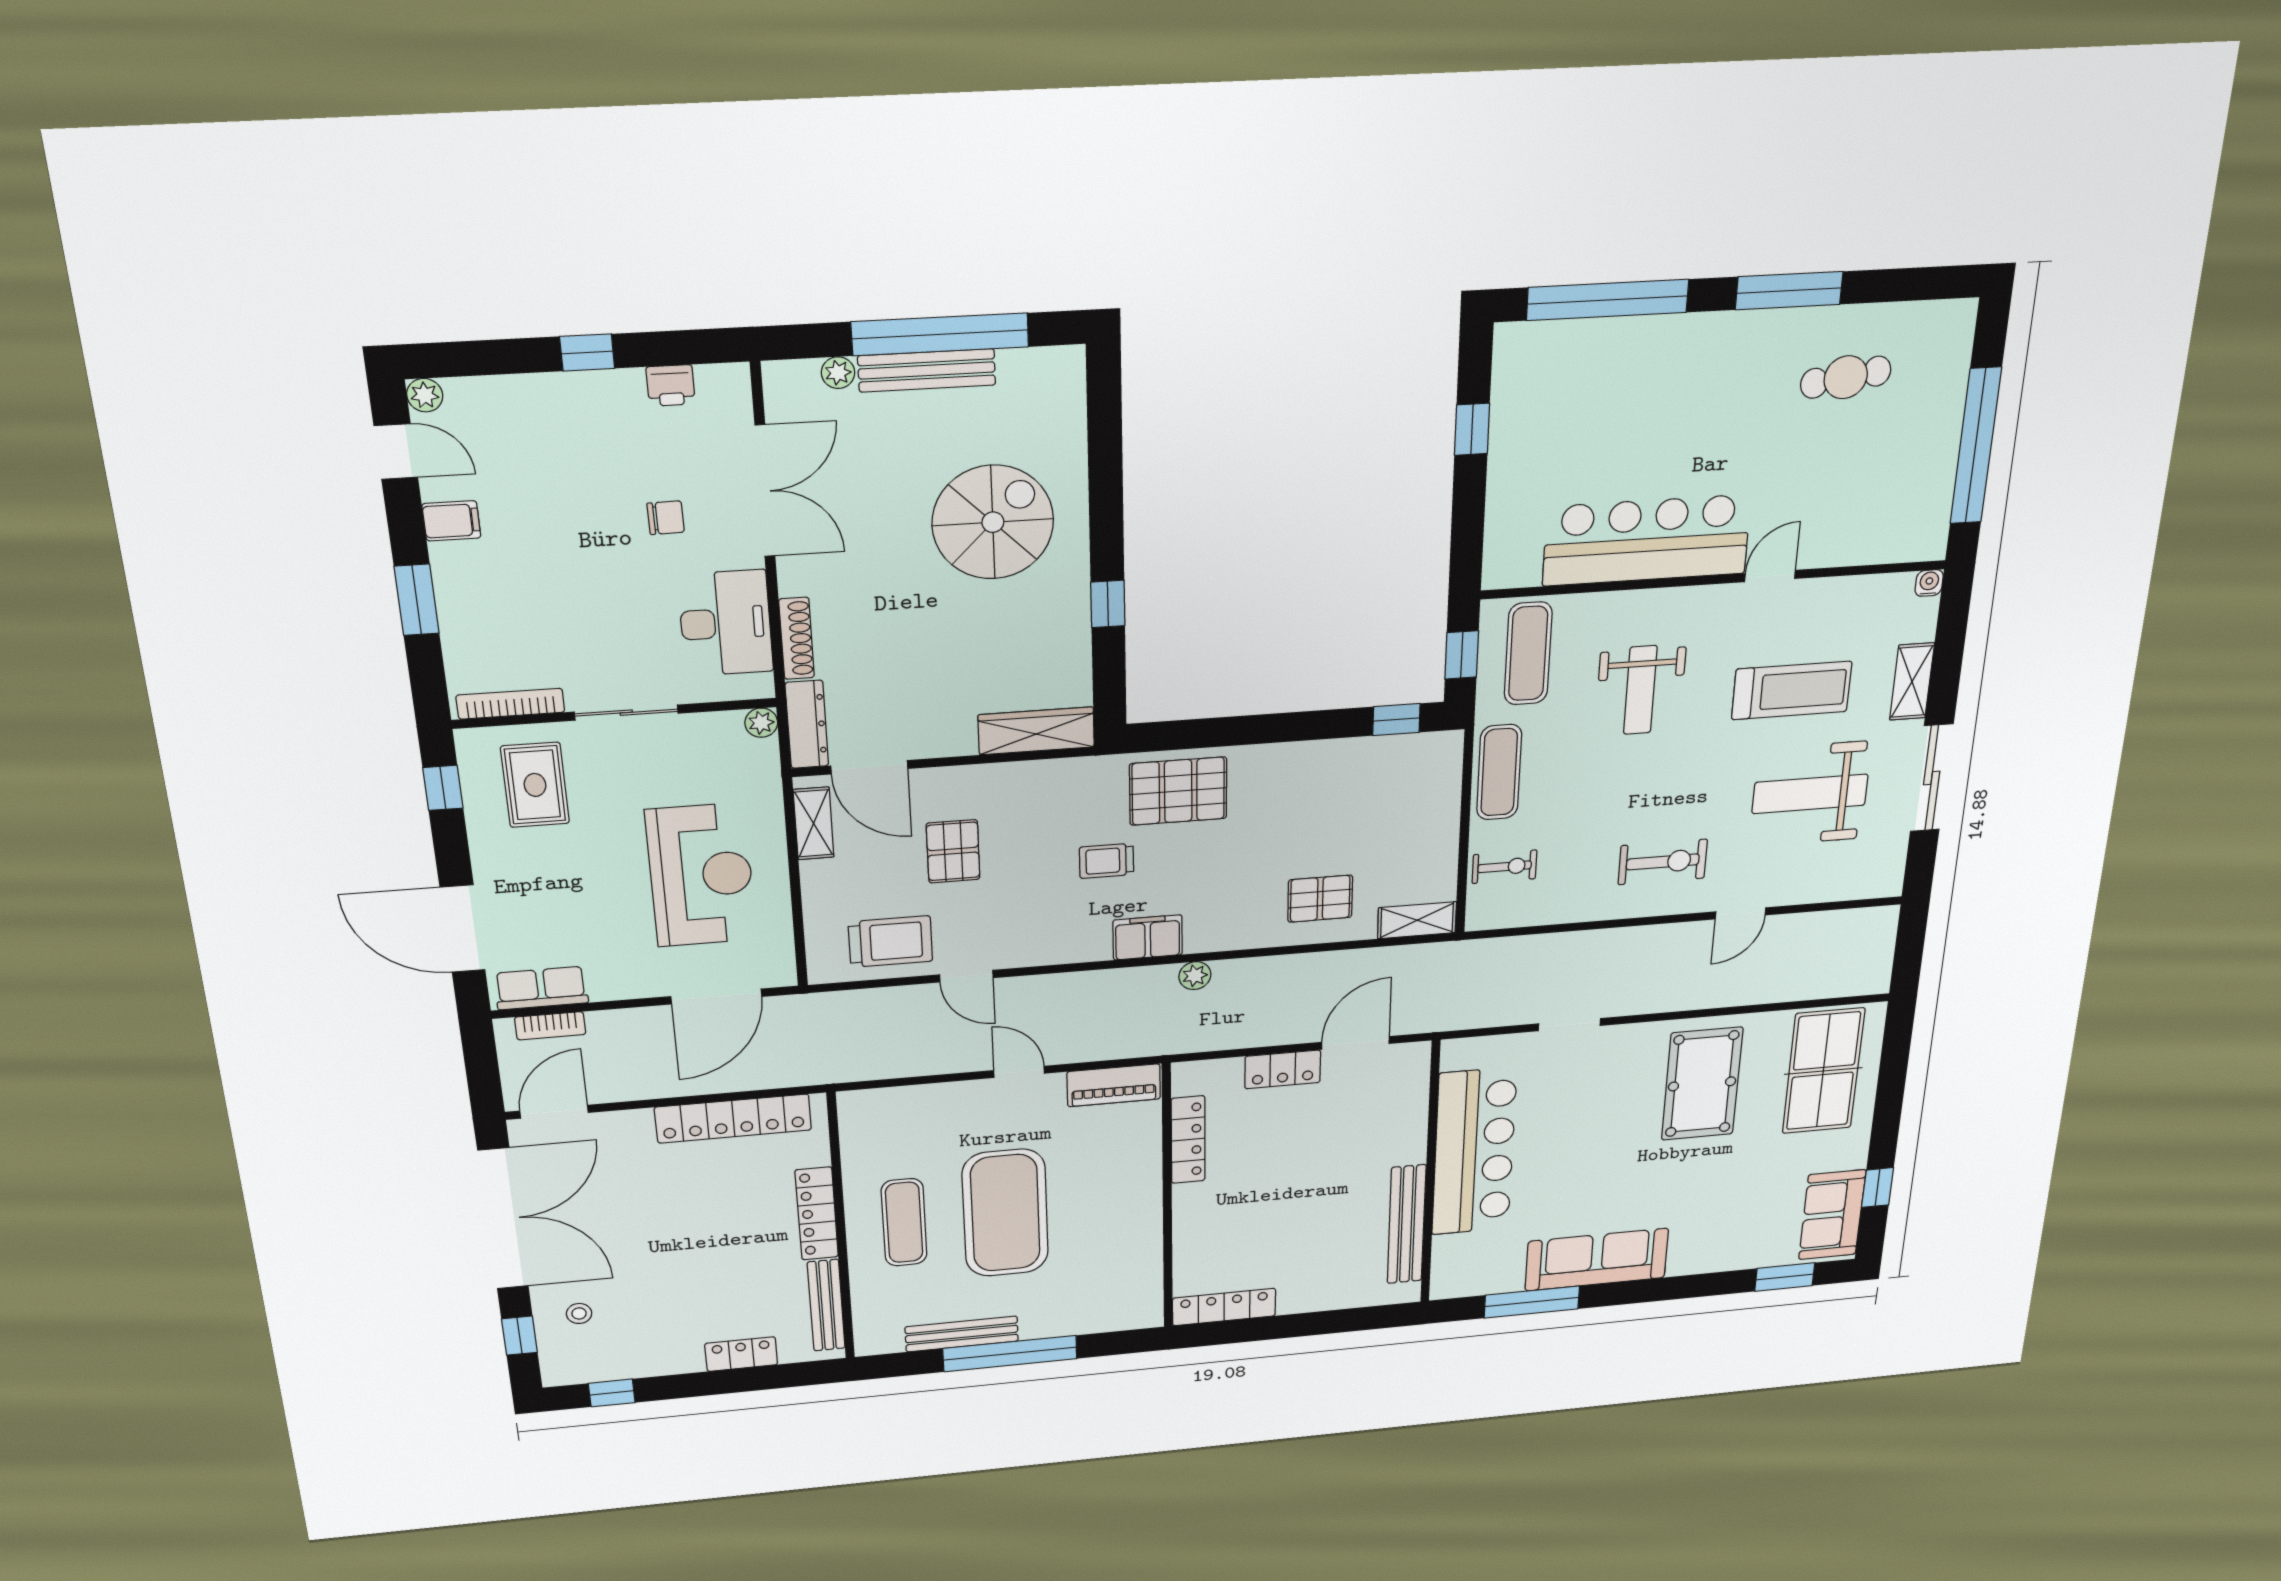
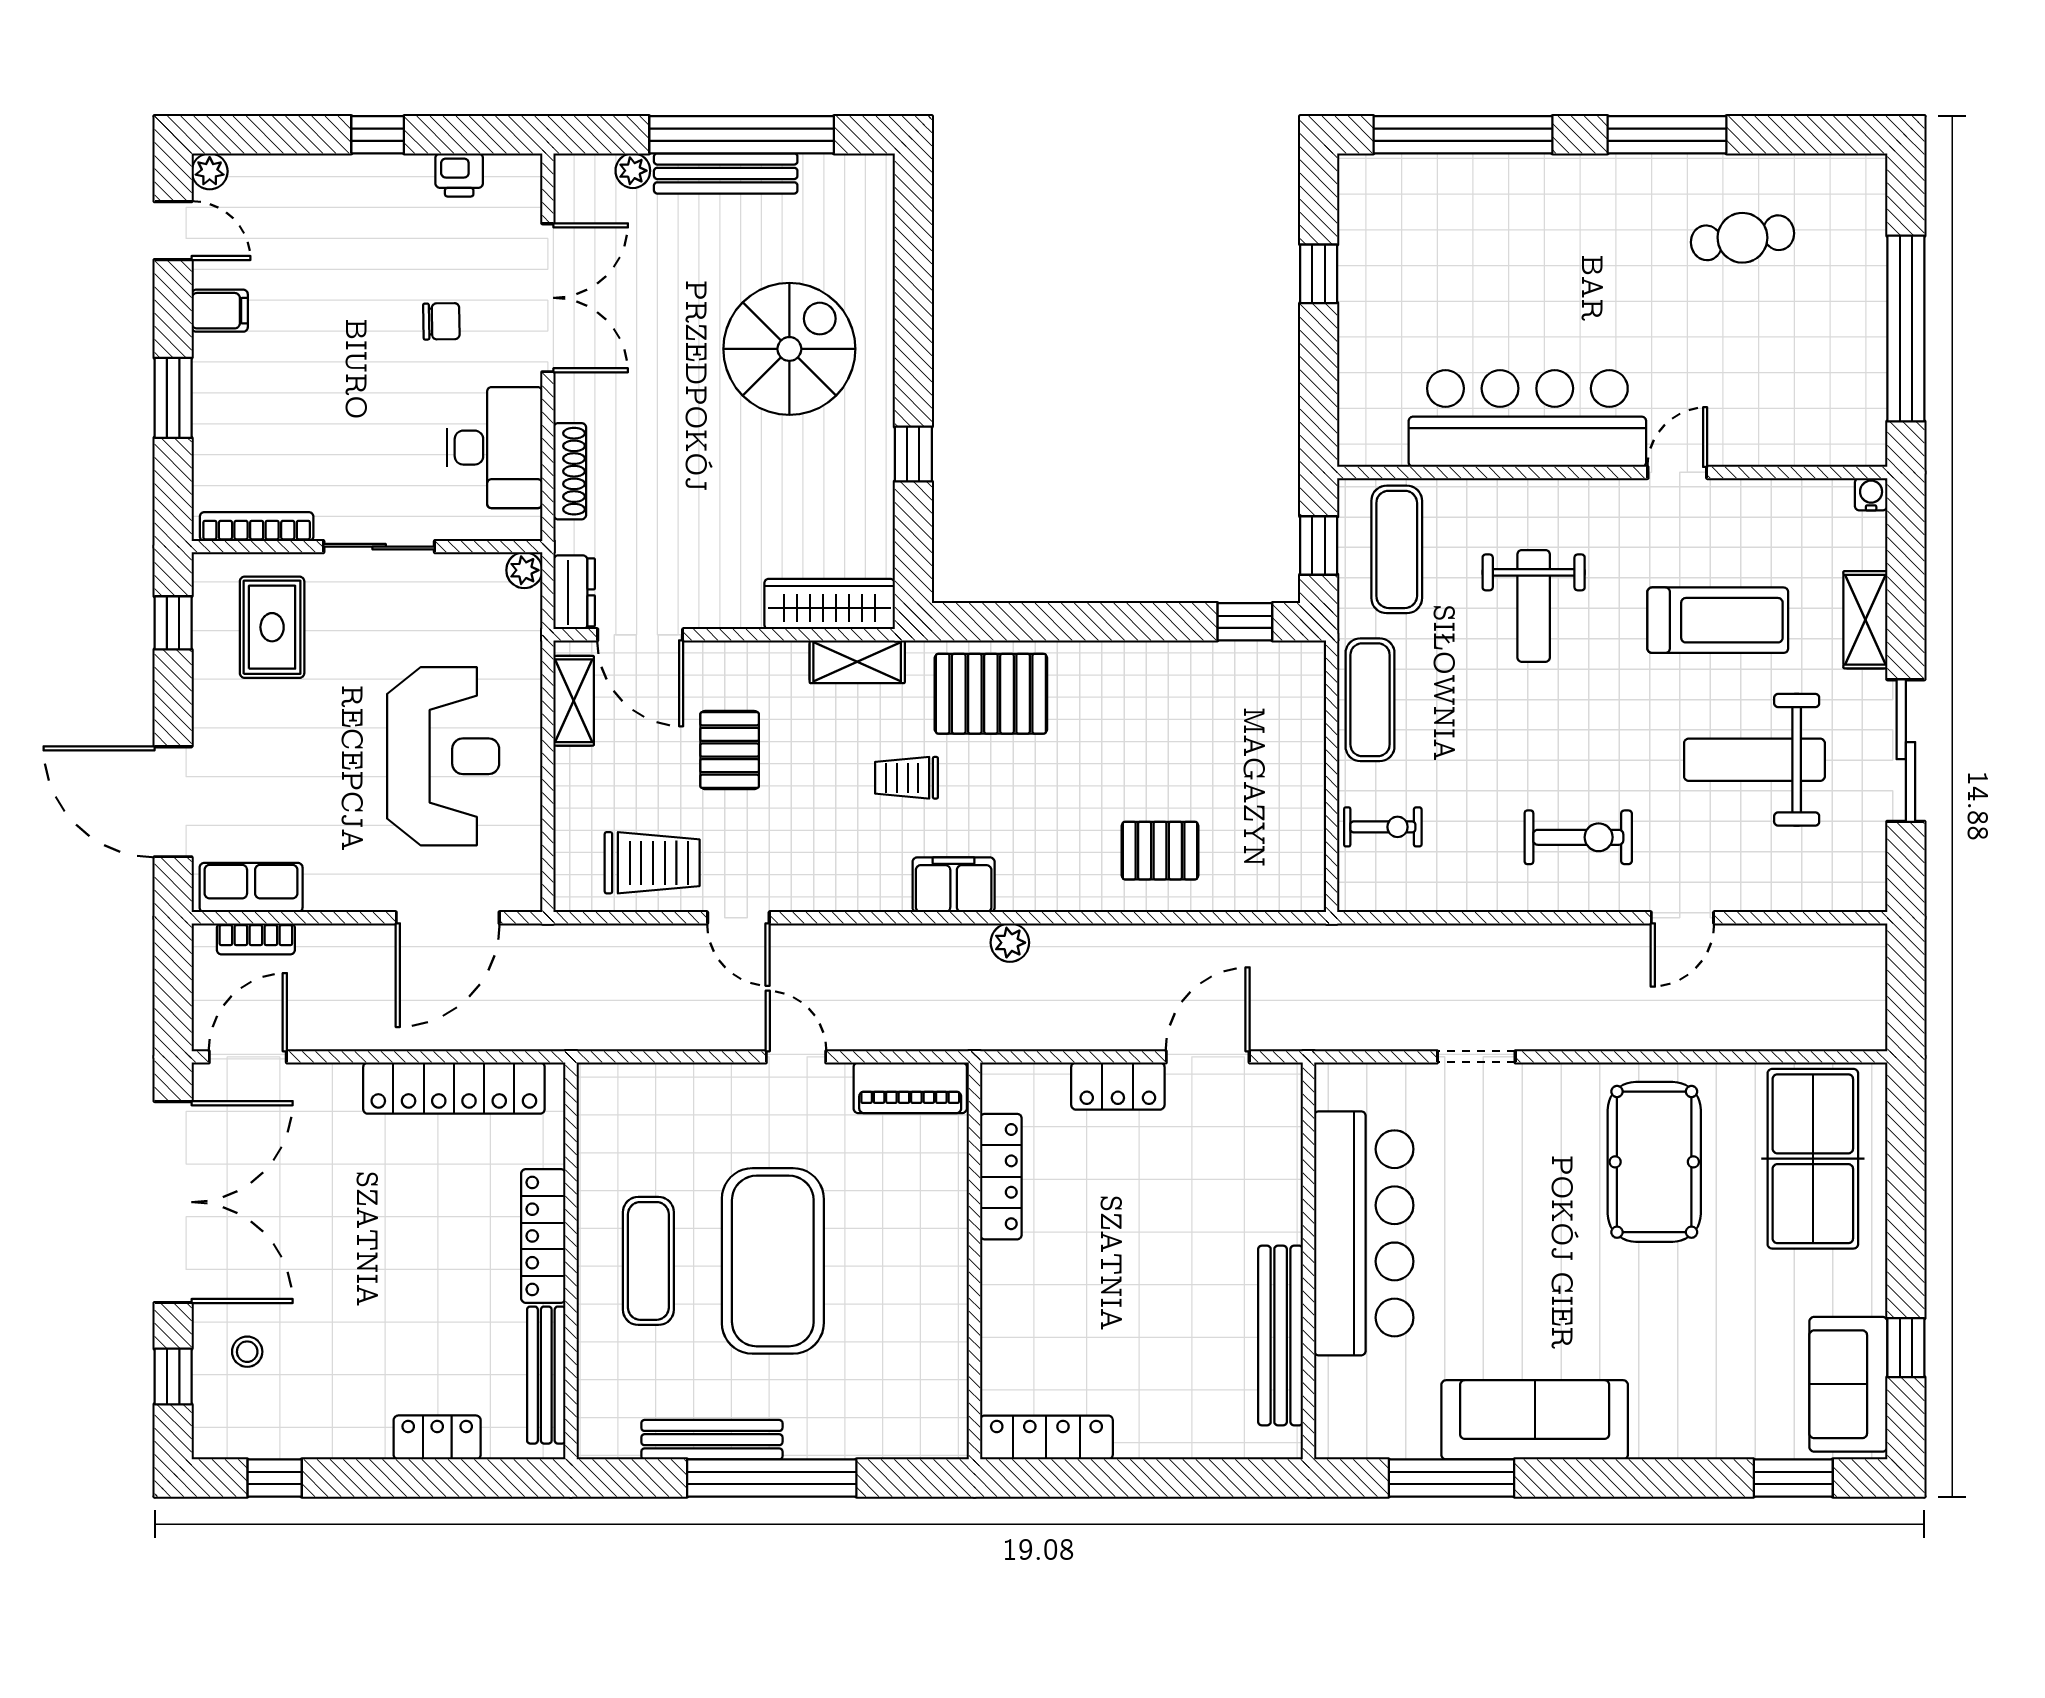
dresser: (807, 724) -> (574, 592), width x0.70
shelving: (1417, 920) -> (857, 662), moved

